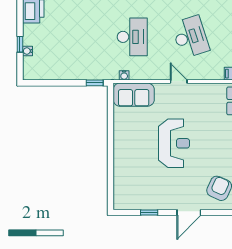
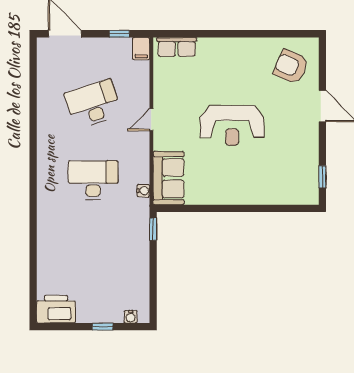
water cooler: (28, 51) -> (131, 317), moved
reception desk: (174, 143) -> (232, 125), turned 180
window: (149, 213) -> (322, 177), moved

